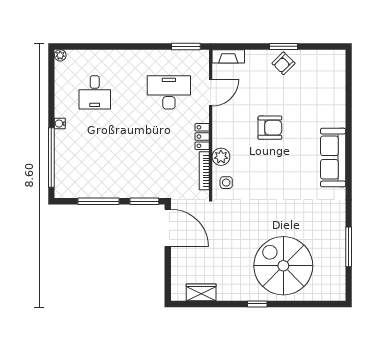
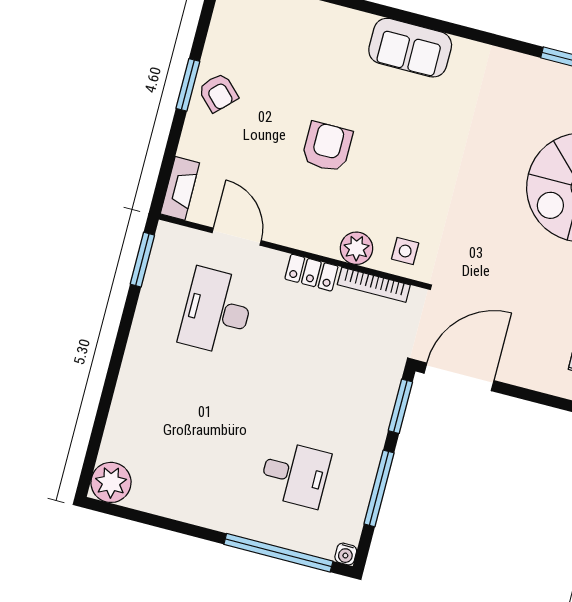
plant: (60, 55) -> (111, 482), width x1.87, depth x1.87
desk: (95, 92) -> (295, 474), moved
water cooler: (60, 124) -> (346, 554), moved
sofa: (333, 158) -> (410, 48), width x0.73

